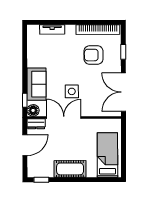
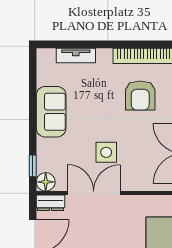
armchair: (93, 55) -> (140, 95), turned -90
sofa: (36, 84) -> (51, 112), moved

